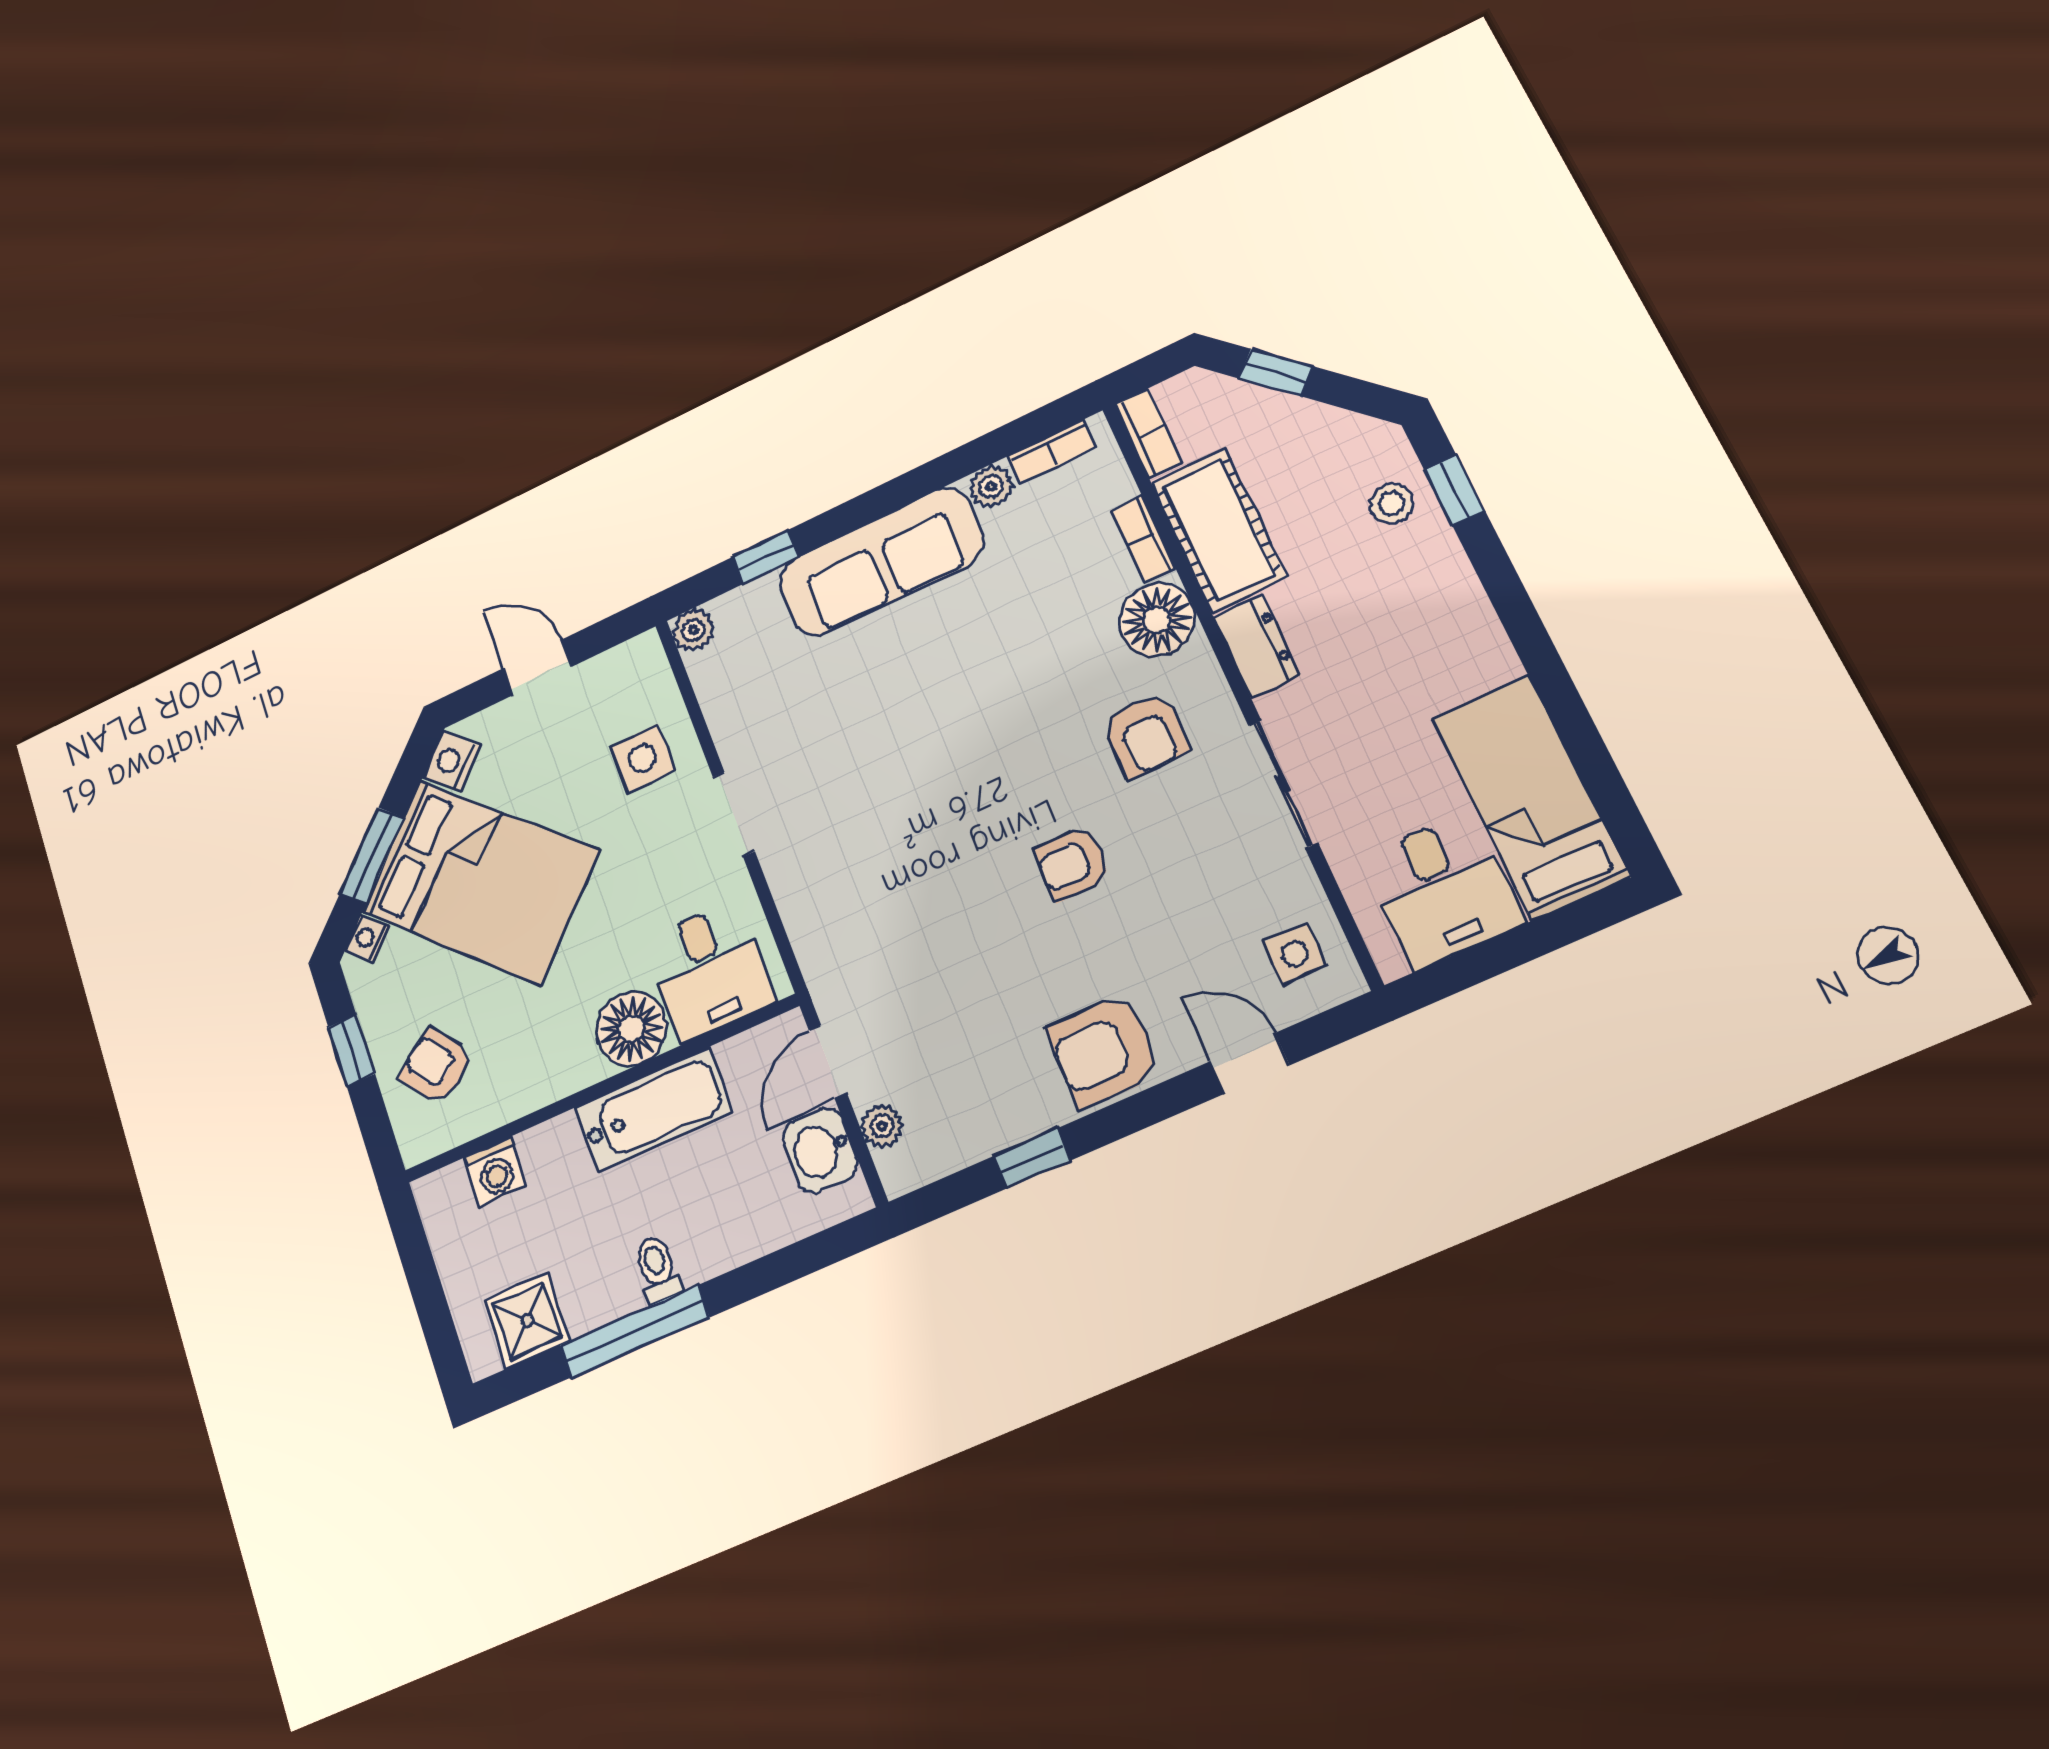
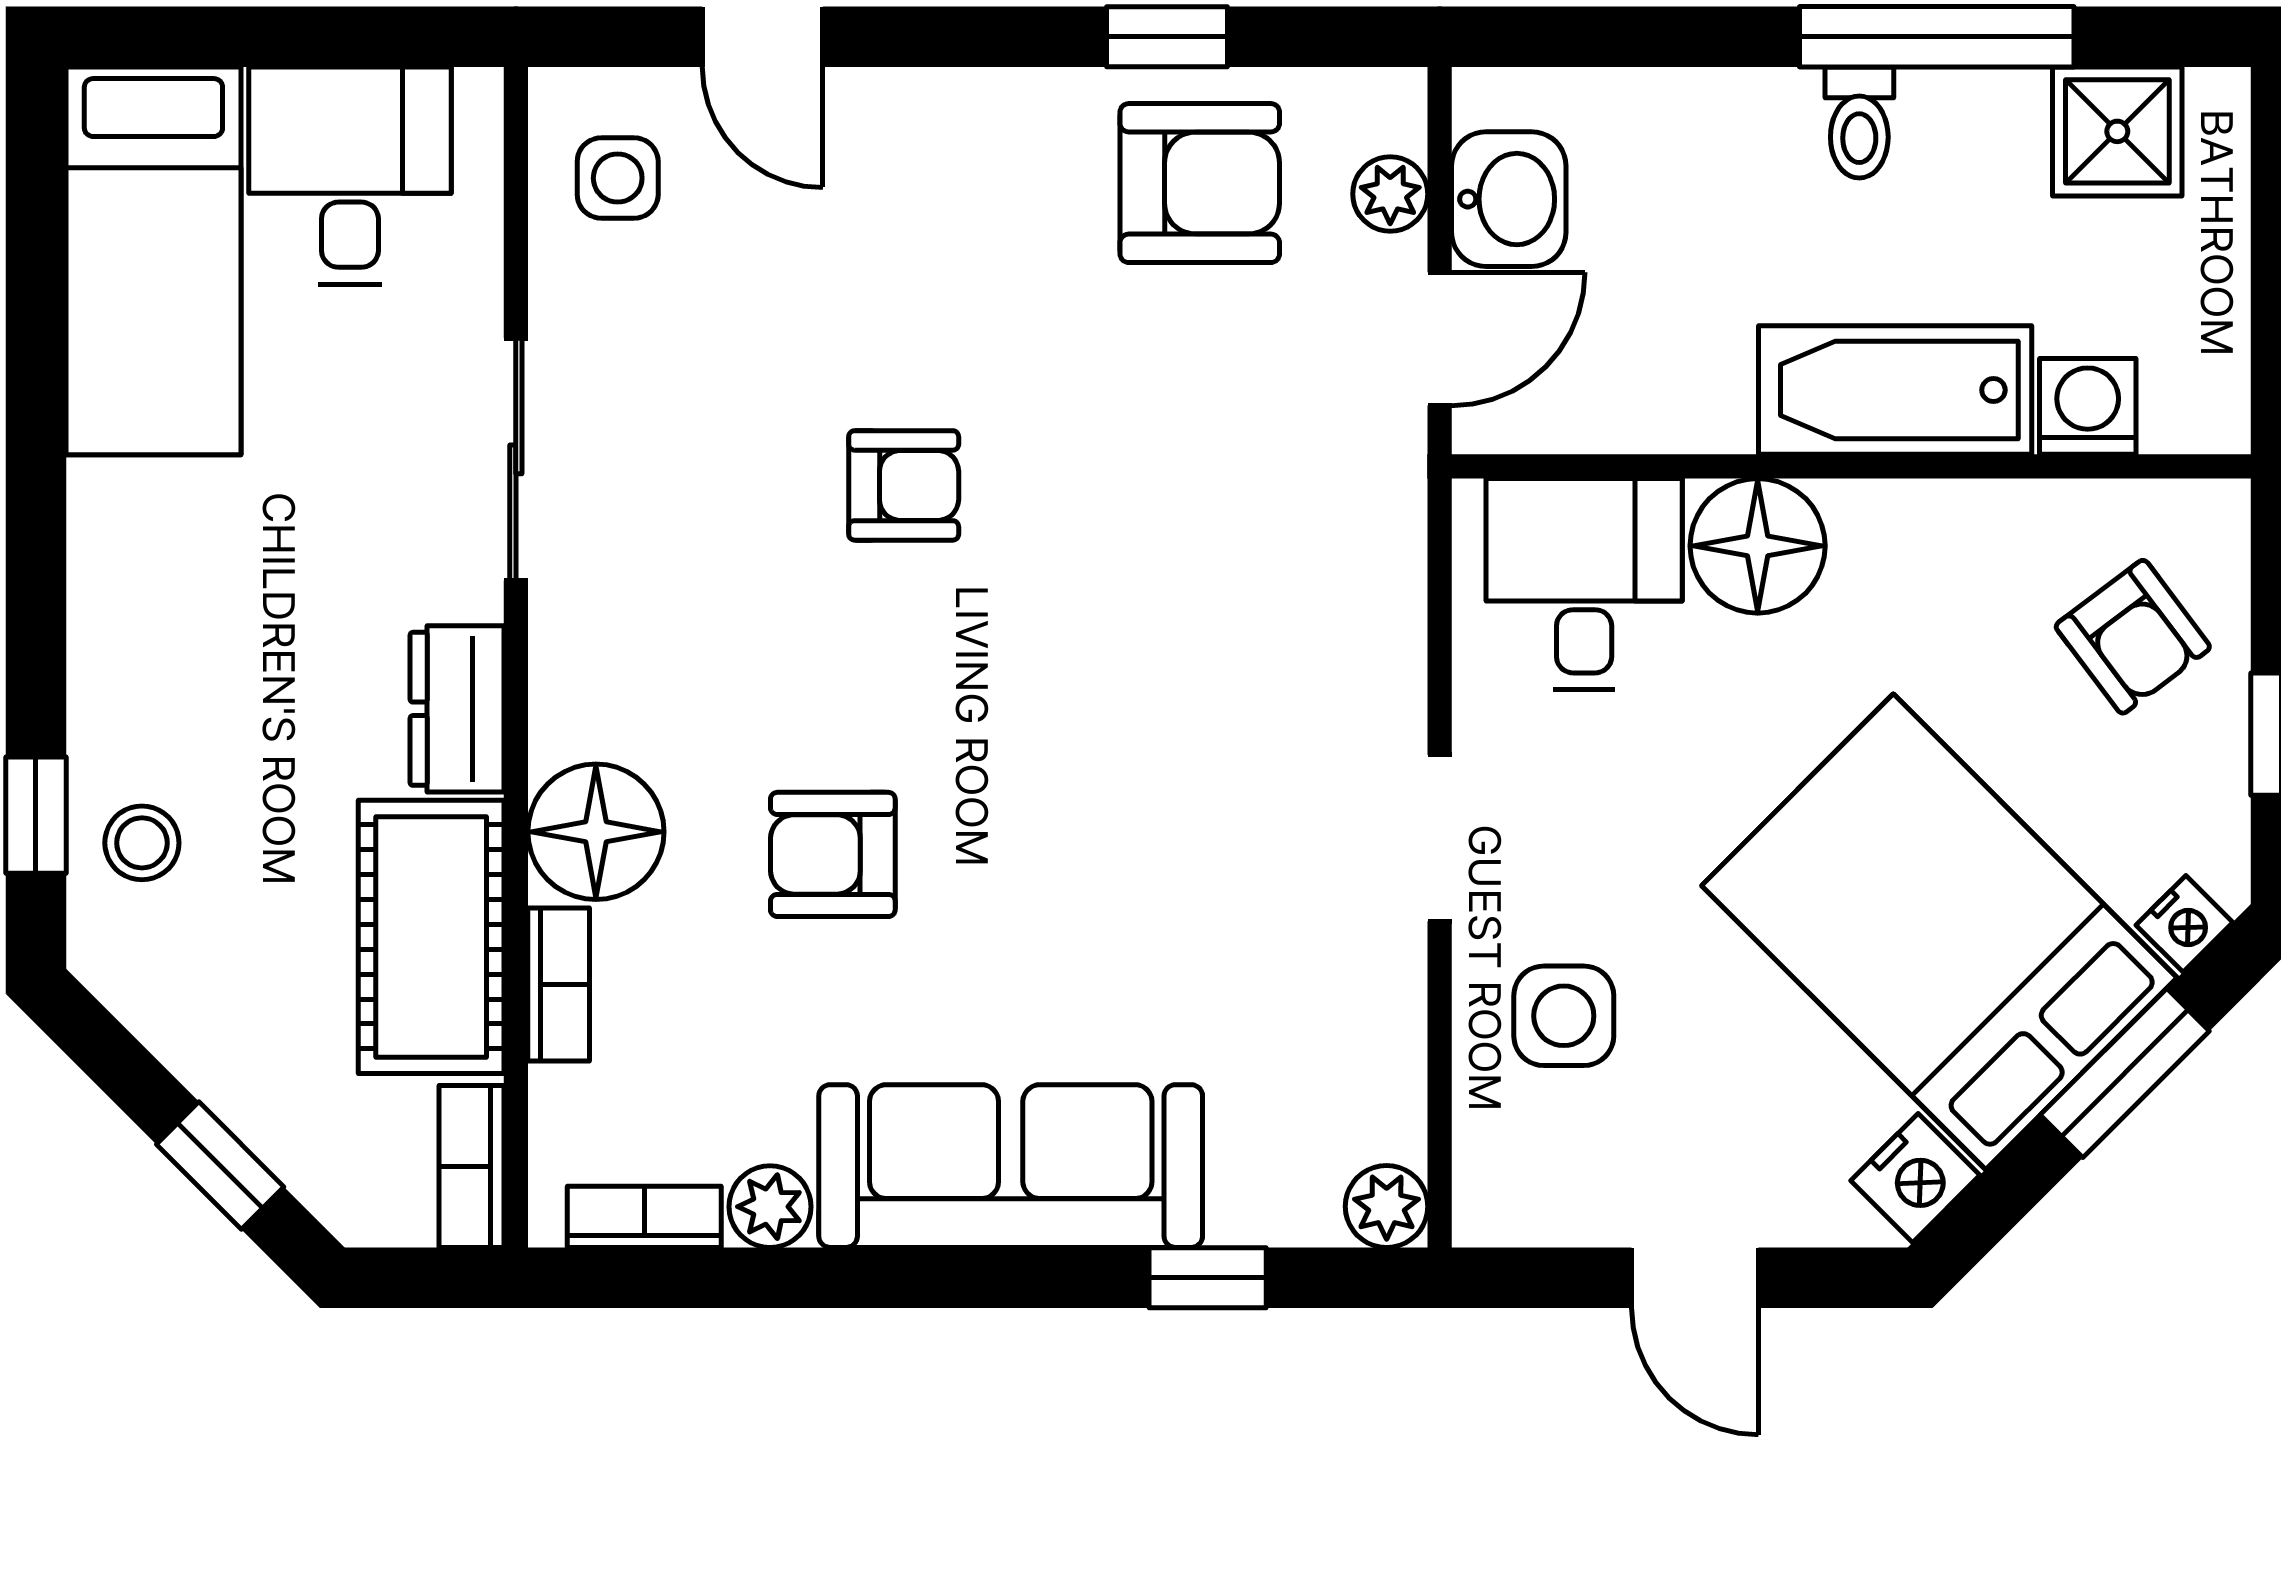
armchair: (1146, 735) -> (833, 854), moved, turned -90
armchair: (1104, 1051) -> (1200, 183), moved
bathtub: (653, 1110) -> (1895, 390), moved

